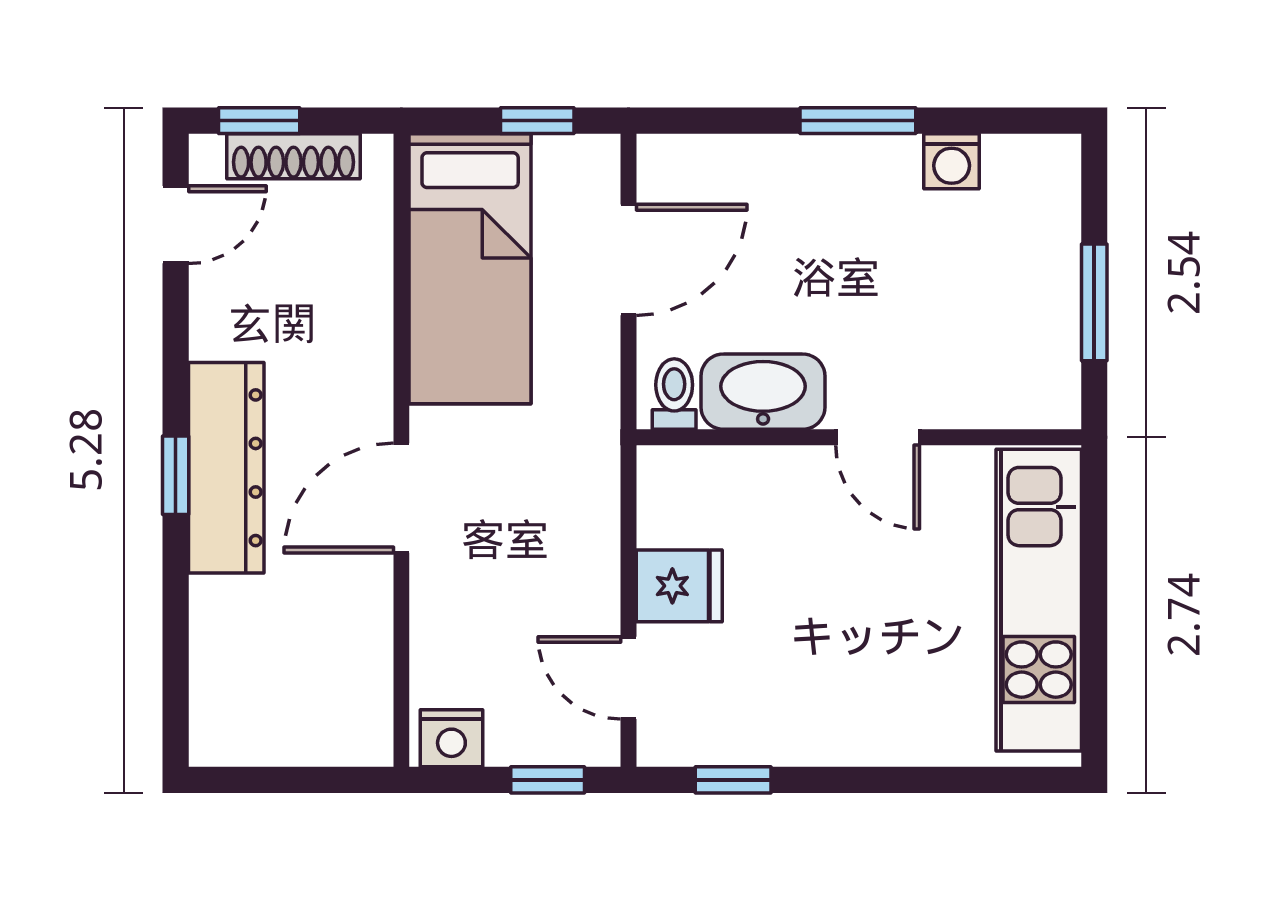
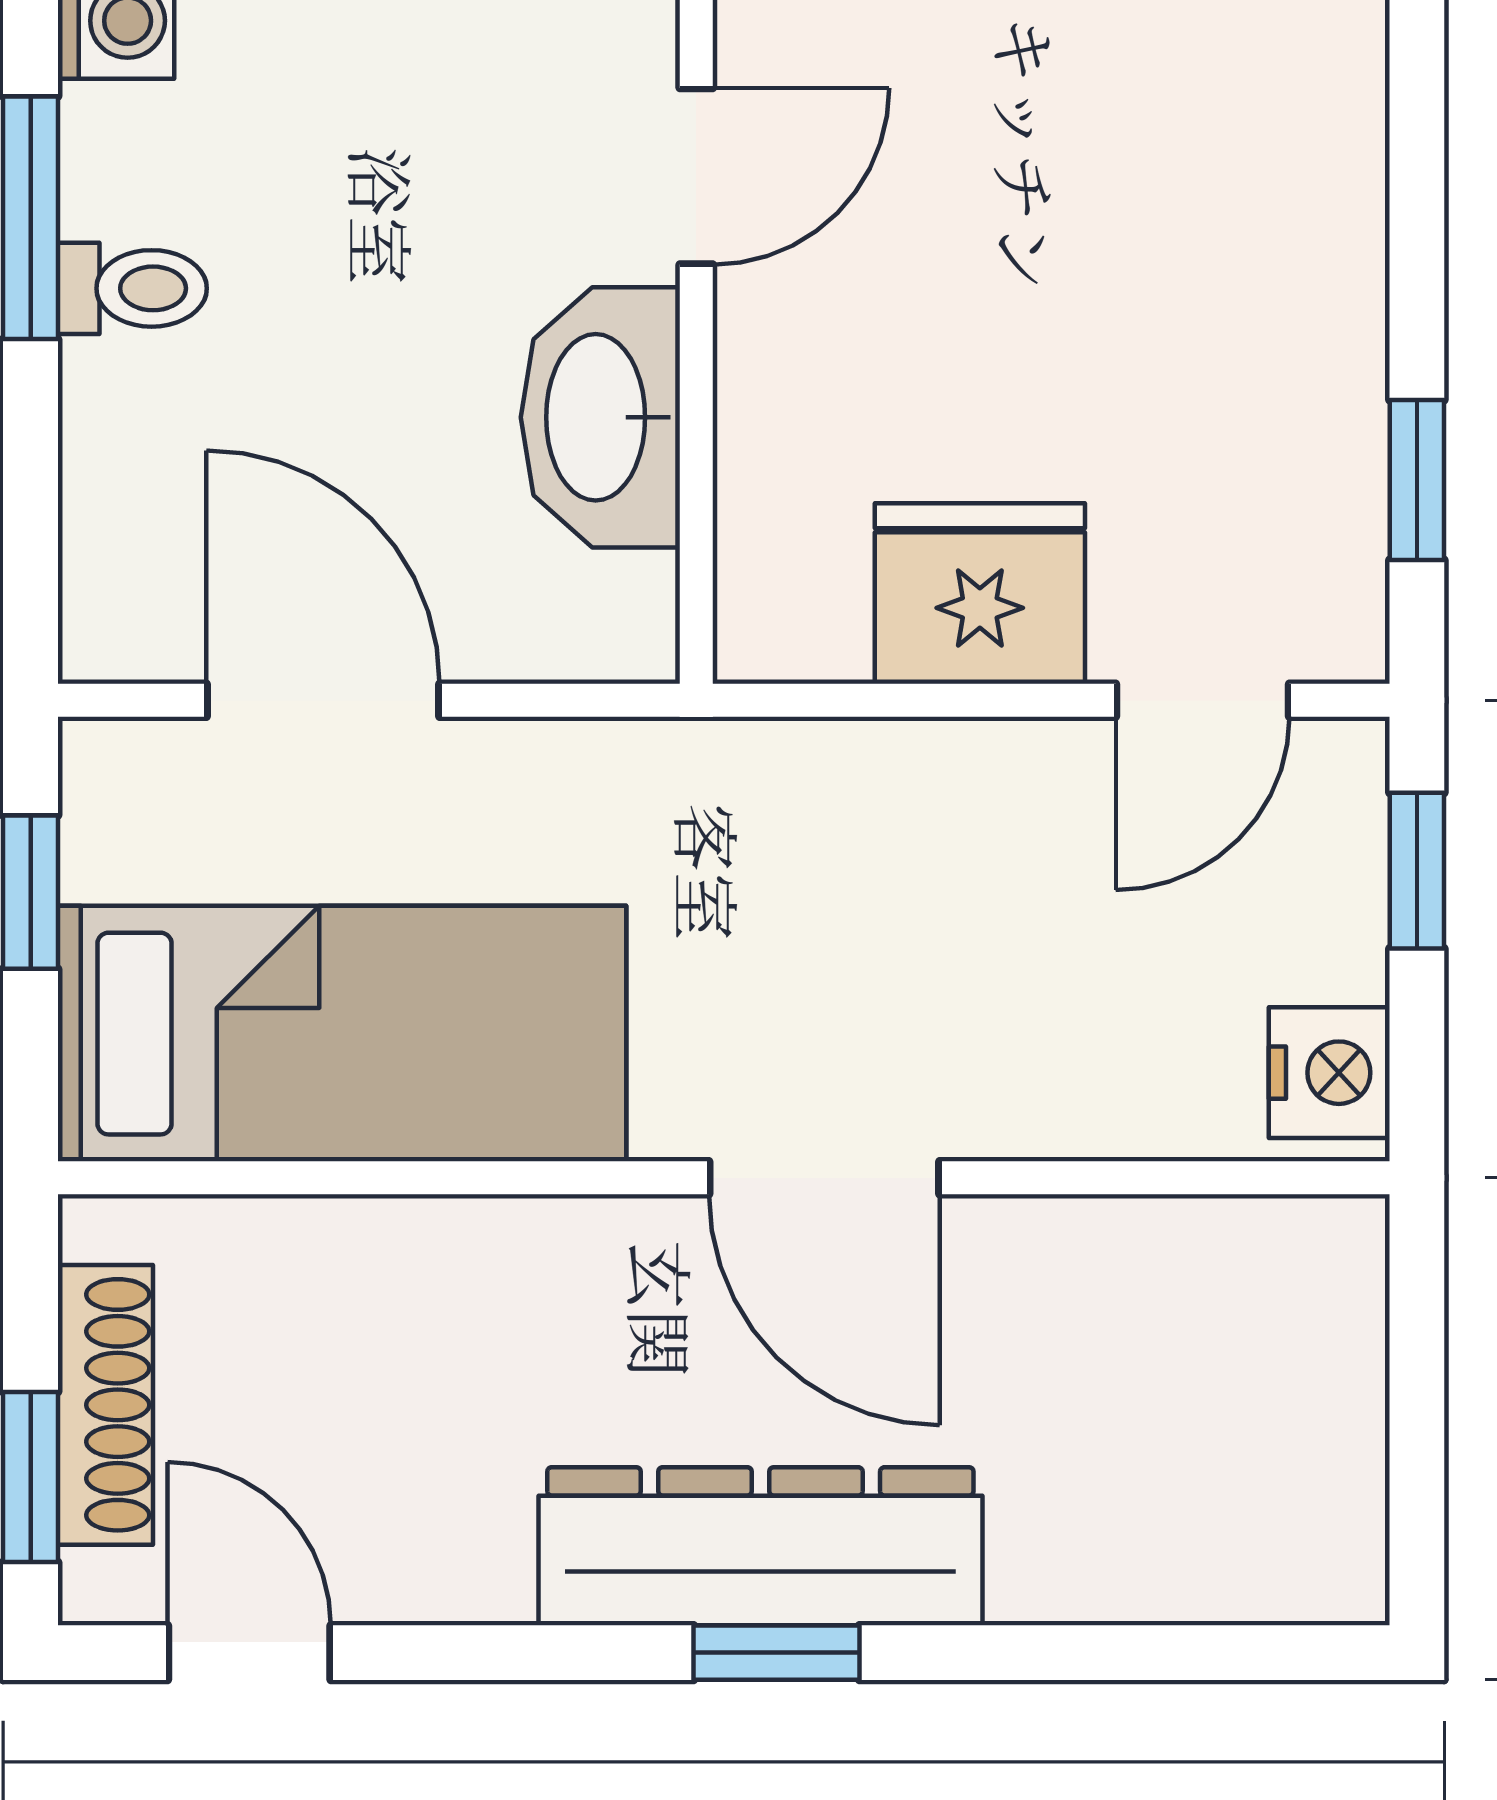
toilet: (674, 394) -> (132, 288), moved, turned 180
fridge: (679, 586) -> (980, 594), width x1.38

